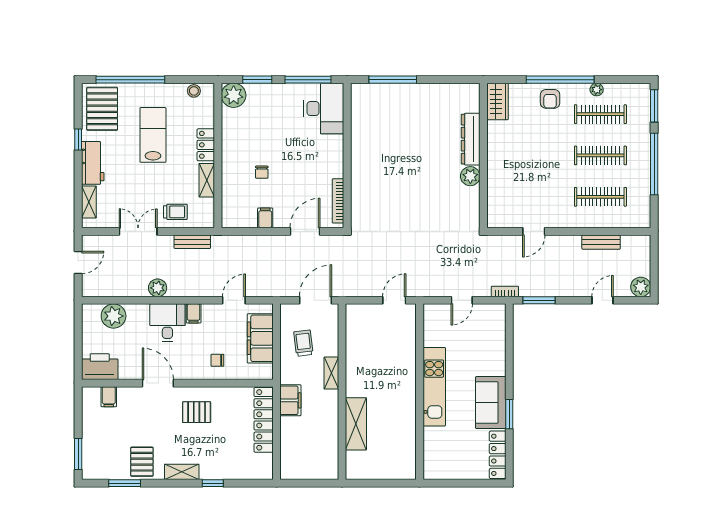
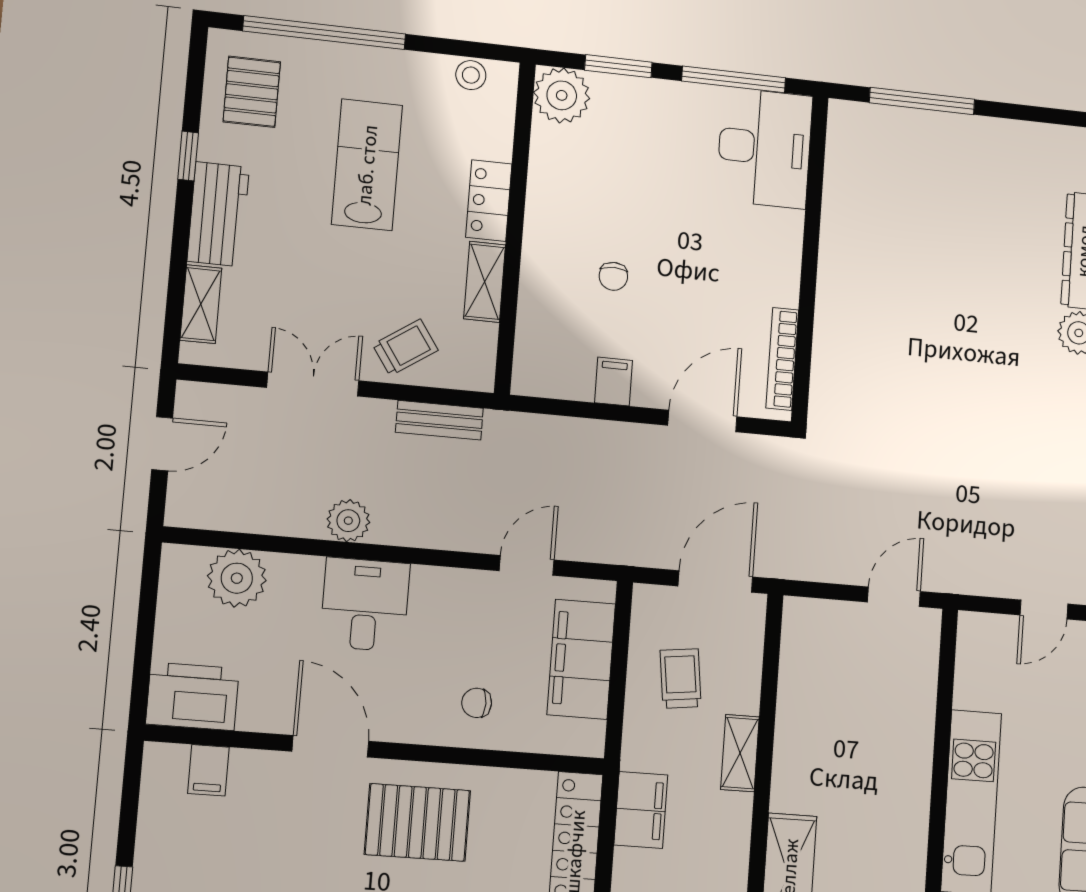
pallet: (102, 109) -> (252, 92), width x0.67, depth x0.71
trolley: (175, 212) -> (405, 347), turned -34
filing cabinet: (194, 313) -> (429, 588), removed
pallet: (197, 412) -> (417, 822), width x1.50, depth x1.42

